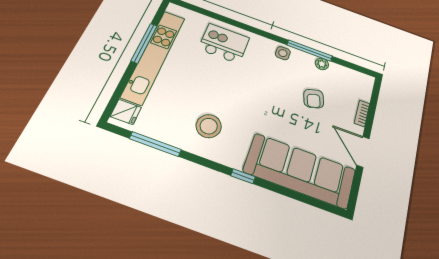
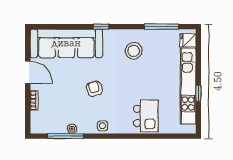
window: (144, 43) -> (198, 93), width x0.46
kitchen island: (224, 43) -> (146, 116), turned -90
window: (310, 51) -> (65, 136), moved
armchair: (314, 99) -> (94, 89), moved

